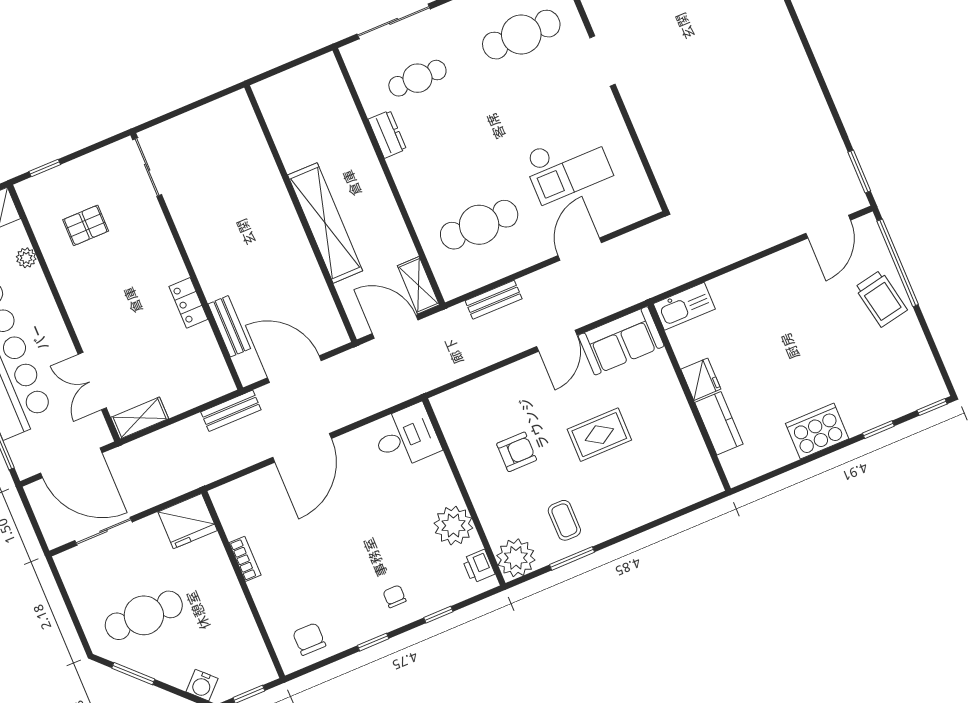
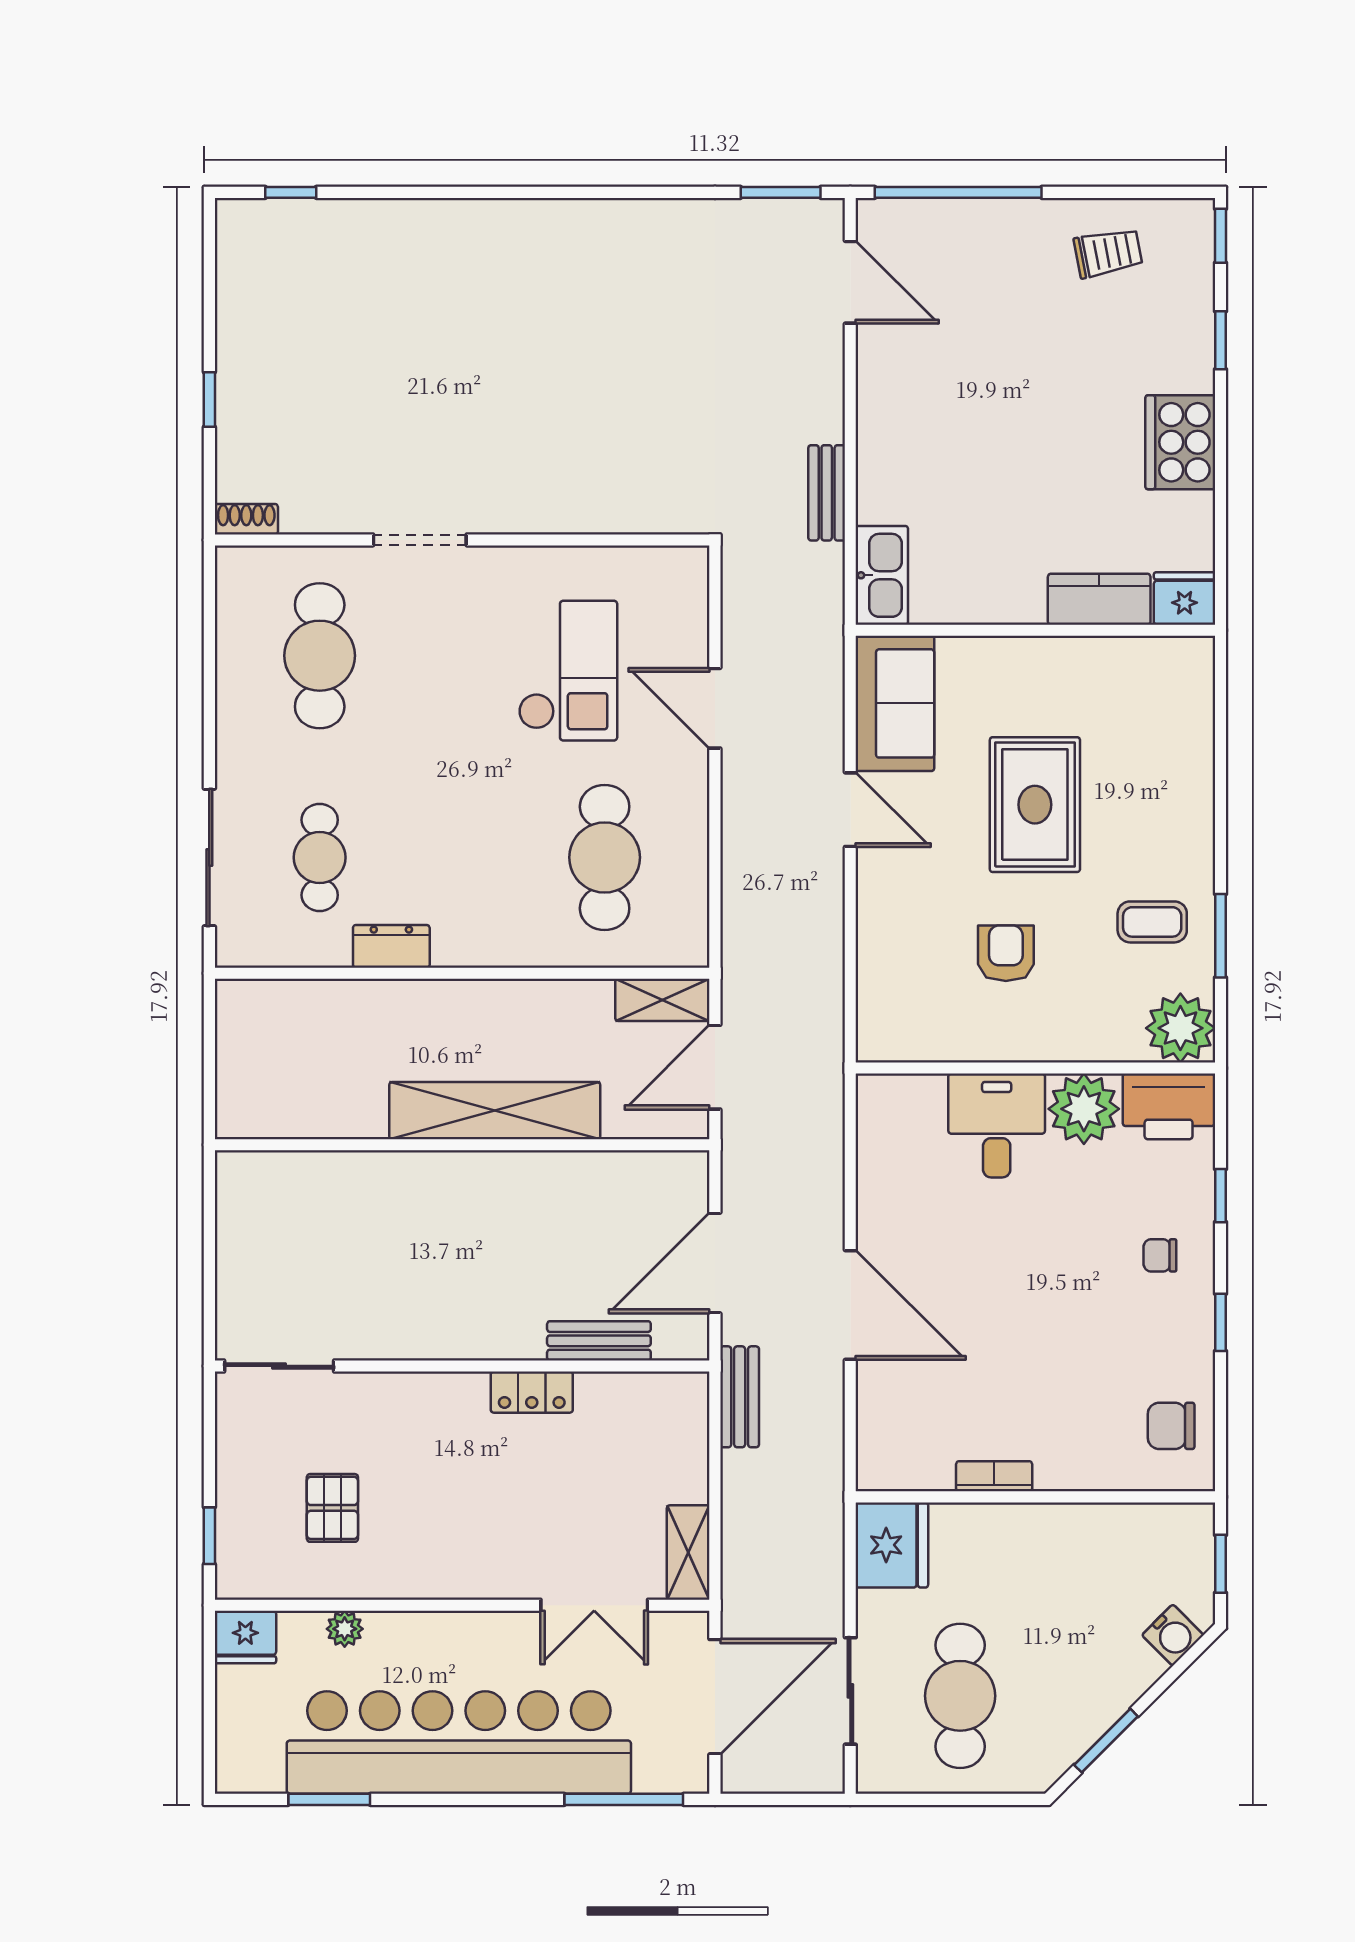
trolley: (881, 299) -> (1108, 253), moved, width x0.73, depth x0.72
bench: (494, 300) -> (827, 493), moved
fridge: (701, 379) -> (1185, 598), moved
rug: (599, 435) -> (1035, 805), width x1.36, depth x1.43
desk: (406, 437) -> (997, 1126), moved
printer: (478, 566) -> (1169, 1106), width x1.87, depth x1.48
cafe table: (144, 615) -> (960, 1696), moved

